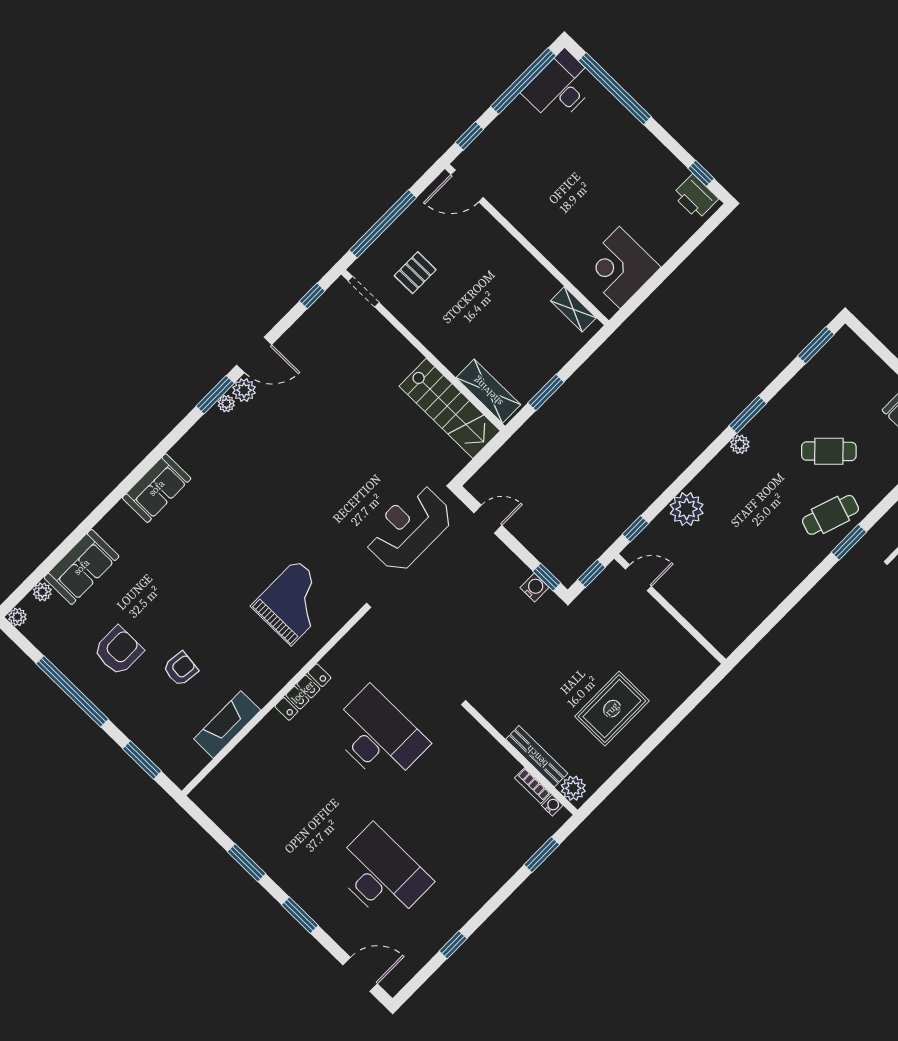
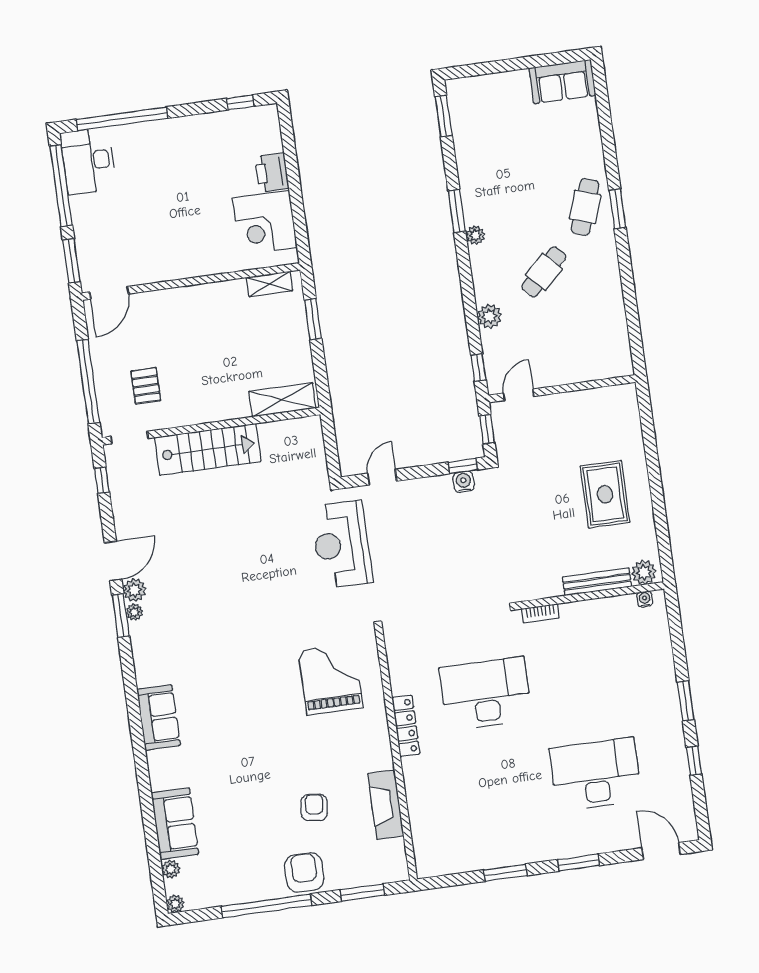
window: (469, 136) -> (71, 261), width x1.50
printer: (695, 197) -> (272, 173), moved, turned 90
window: (546, 392) -> (313, 319), moved
stairs: (450, 408) -> (208, 449), moved
cafe table: (829, 451) -> (544, 272), moved
plant: (687, 509) -> (489, 316), width x0.73, depth x0.73
armchair: (118, 651) -> (304, 872), moved
bookcase: (533, 786) -> (540, 613), moved
window: (542, 855) -> (686, 701), moved
door: (360, 974) -> (661, 851), hinge flipped

